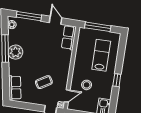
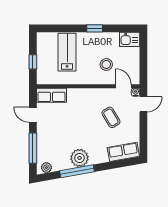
door: (56, 20) -> (33, 115), hinge flipped
window: (98, 27) -> (33, 62), width x0.46
lab bench: (101, 55) -> (67, 52), turned 90

